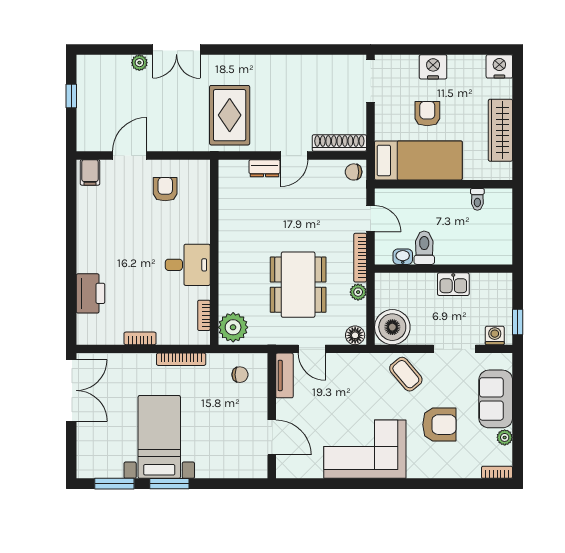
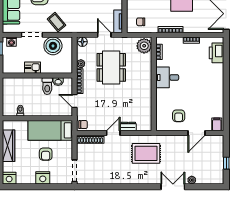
rug: (230, 115) -> (146, 153), turned 90
printer: (90, 293) -> (216, 53), moved
boiler: (392, 327) -> (53, 46), moved

